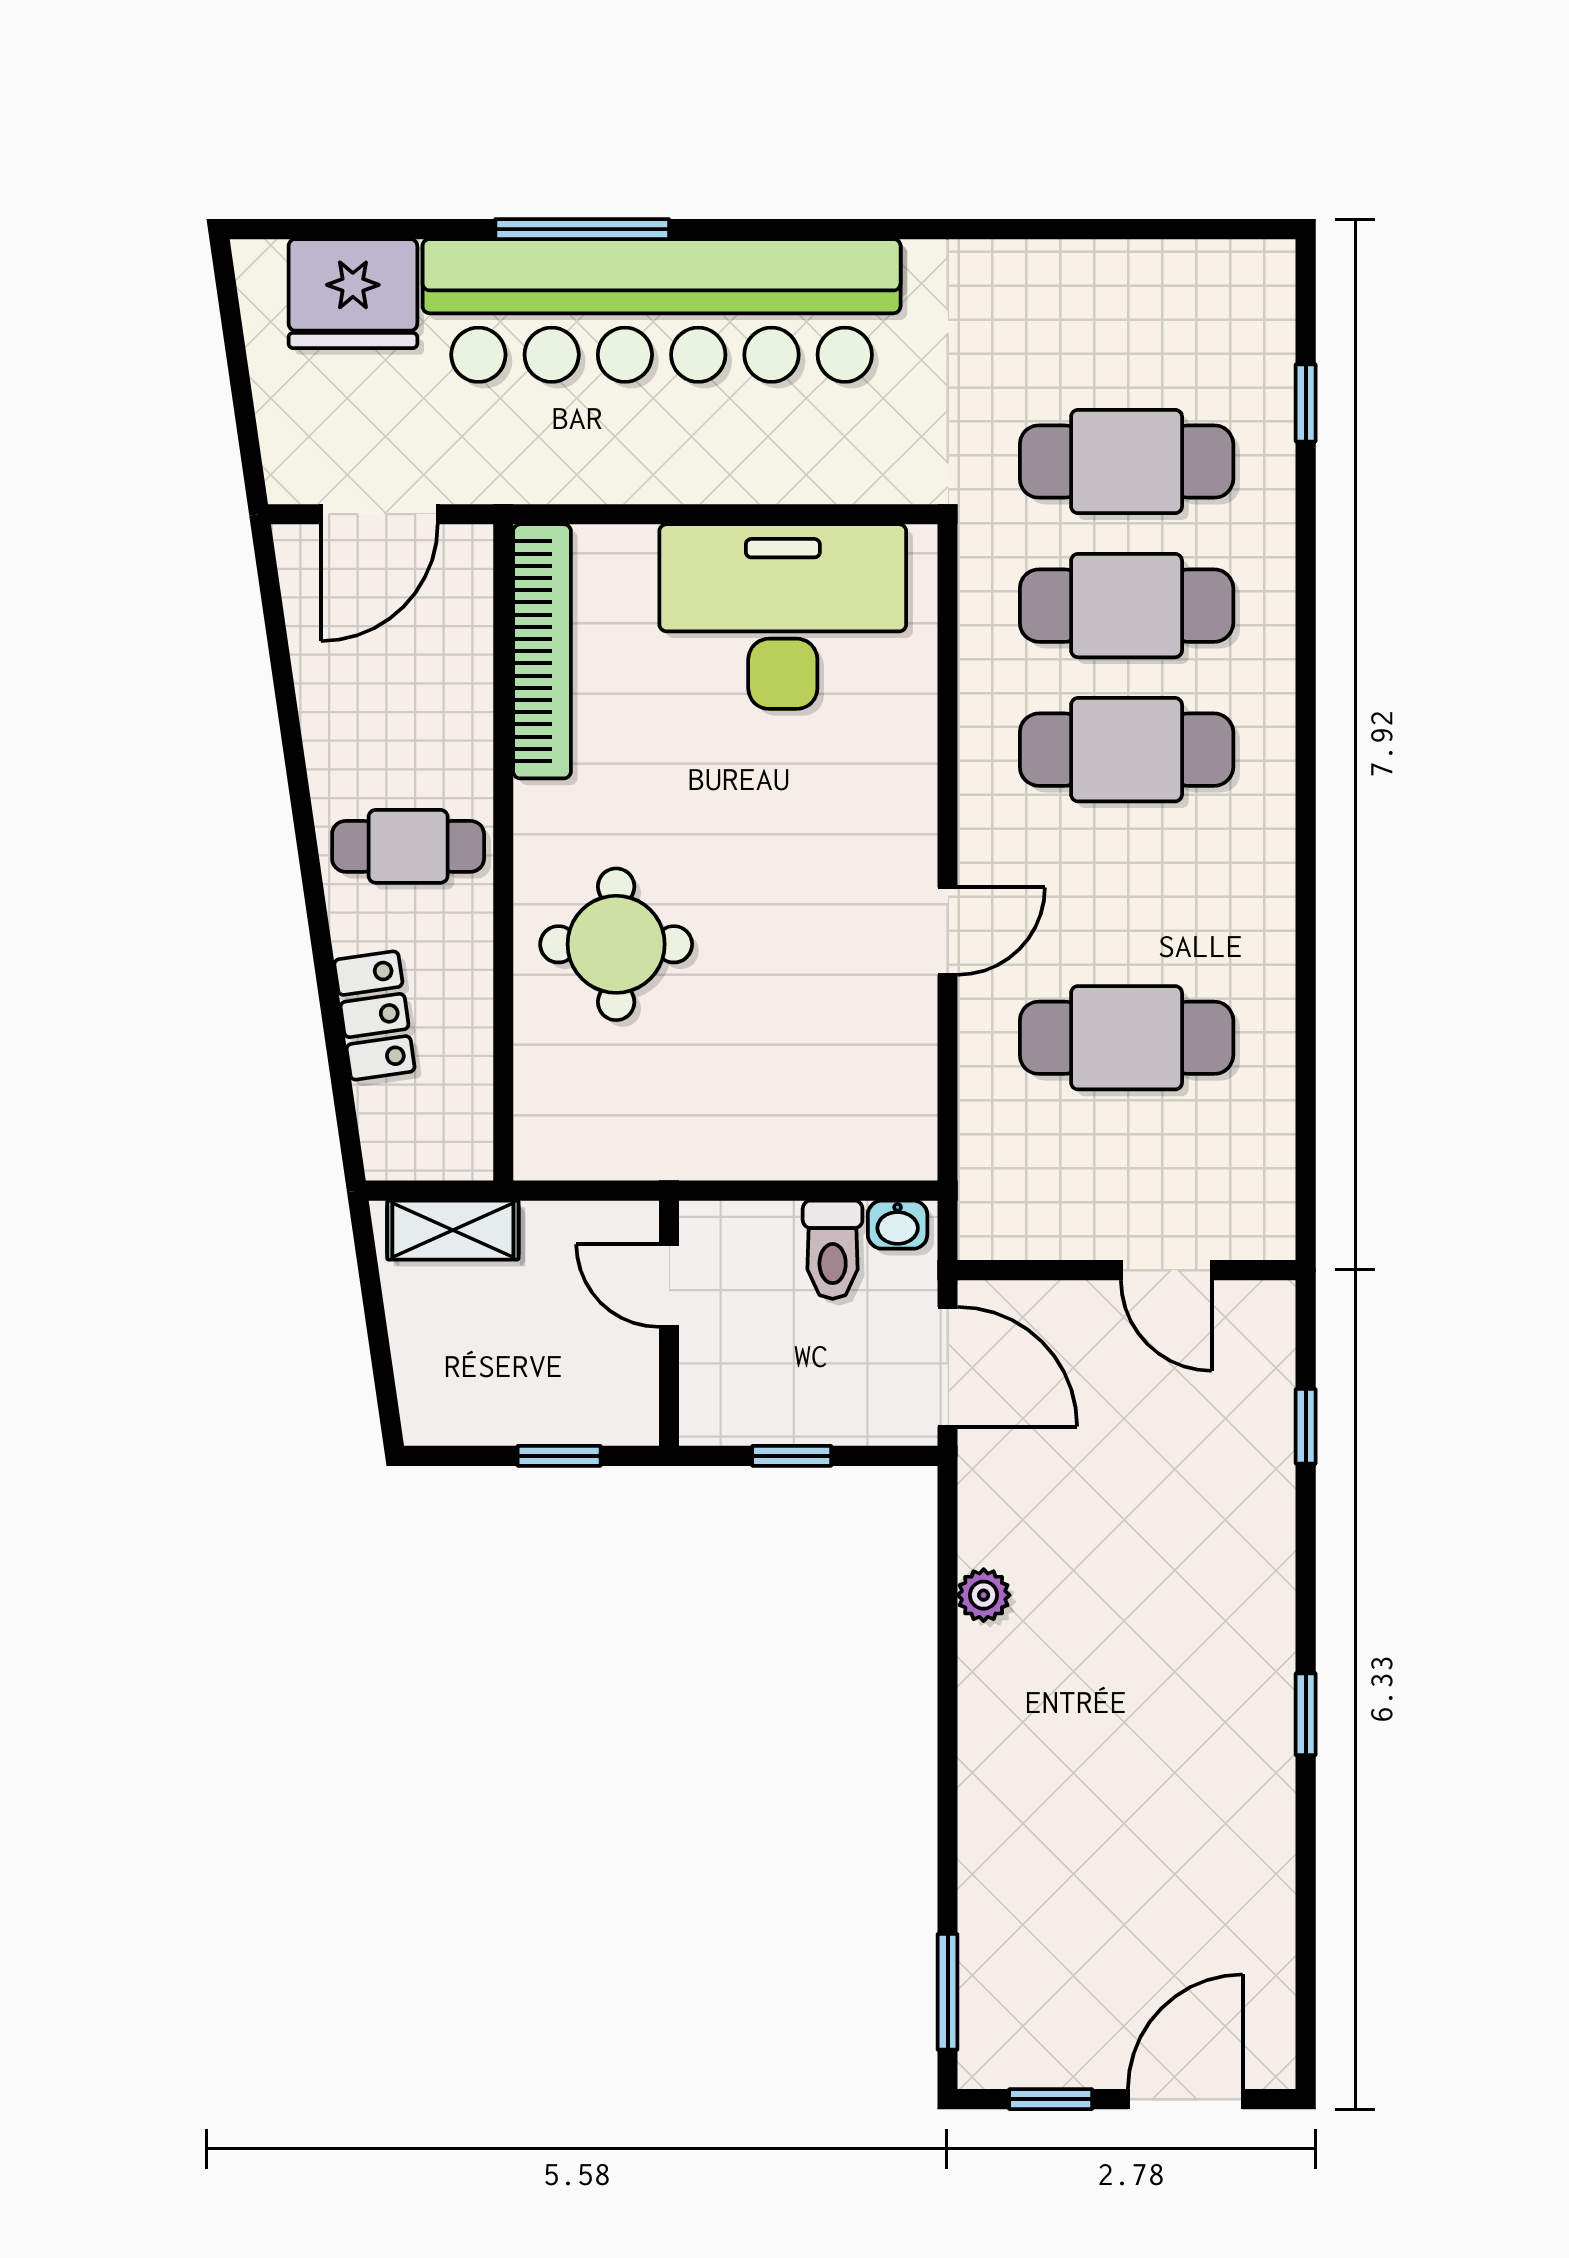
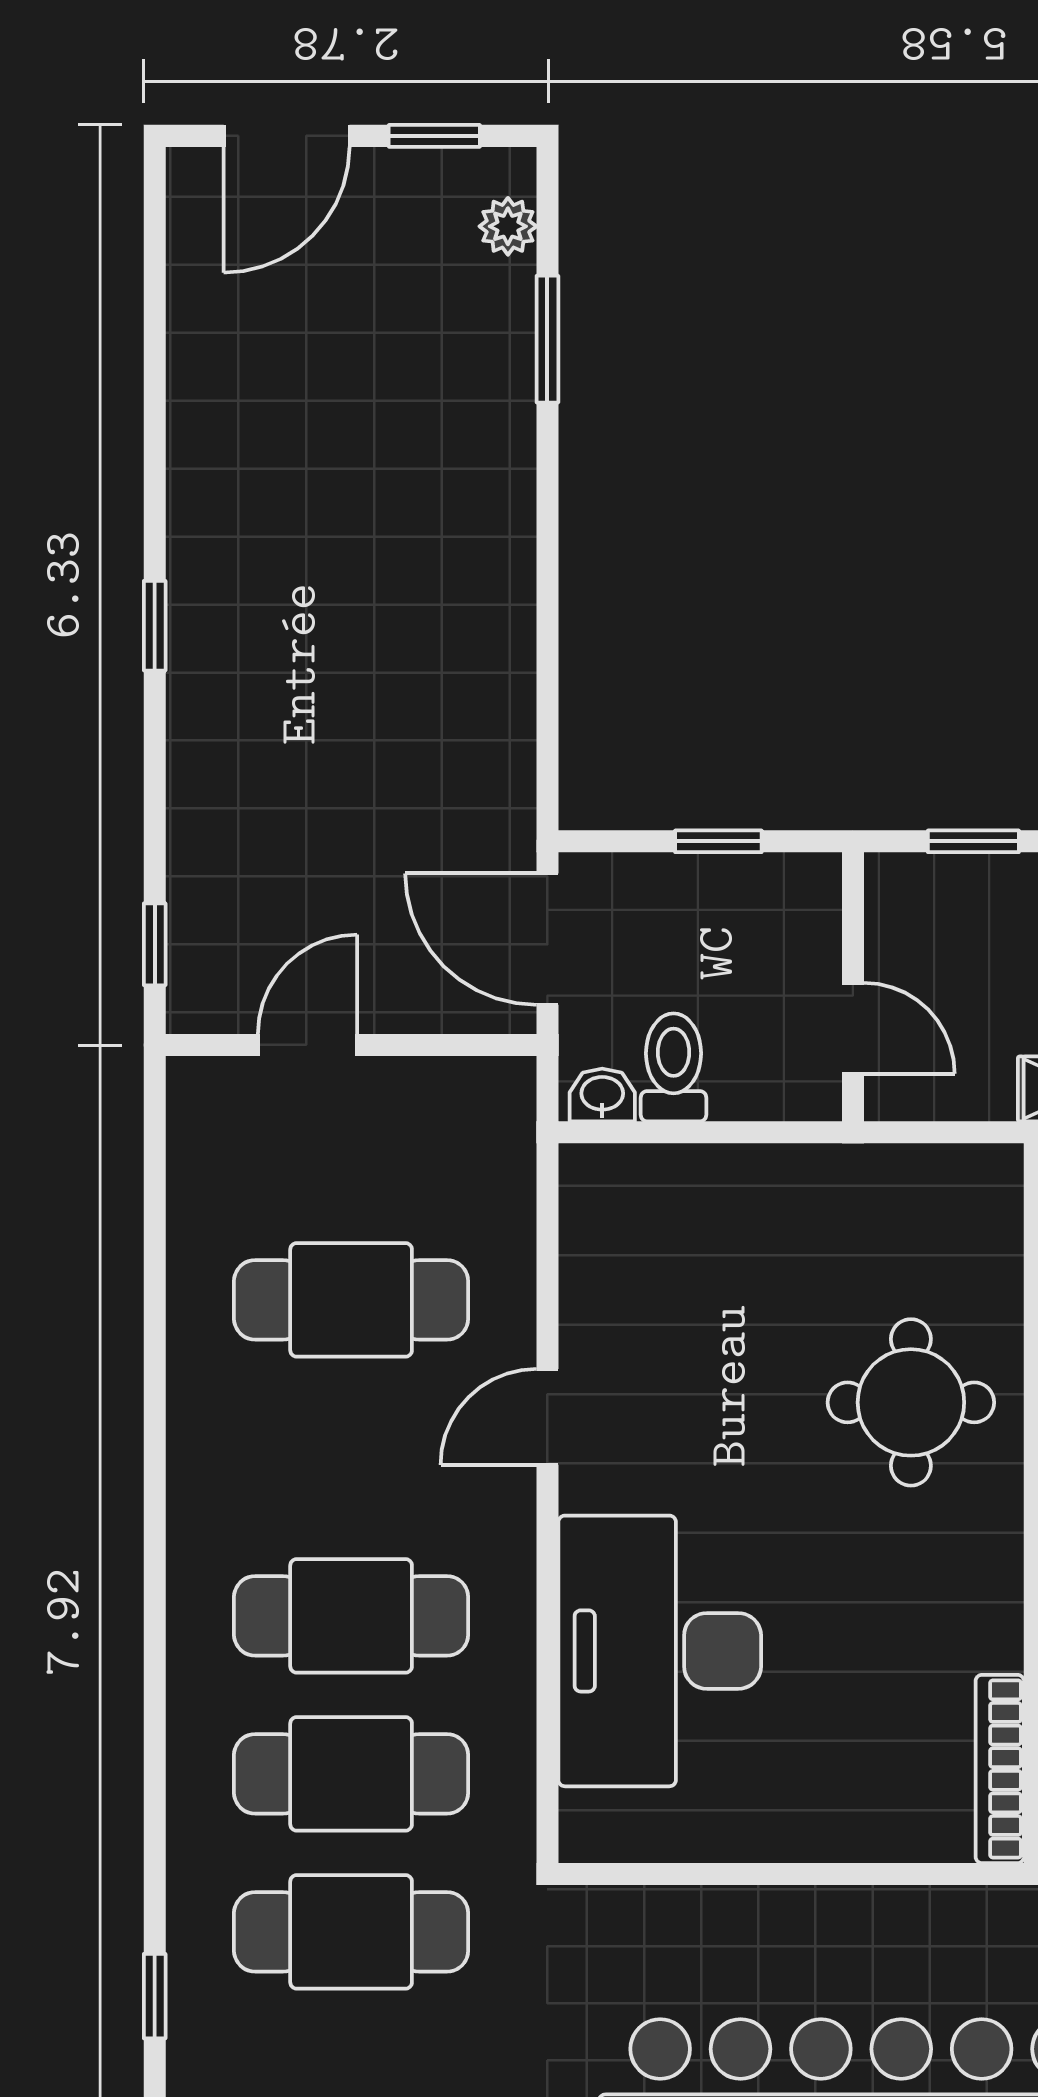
desk: (783, 617) -> (660, 1651), moved, turned 90
bookcase: (542, 651) -> (1000, 1769), width x0.68, depth x0.76
door: (1166, 1270) -> (308, 1045), hinge flipped
window: (1306, 1426) -> (155, 944), moved
plant: (984, 1595) -> (508, 226), moved
window: (1306, 1714) -> (155, 626), moved
window: (948, 1992) -> (547, 339), moved

